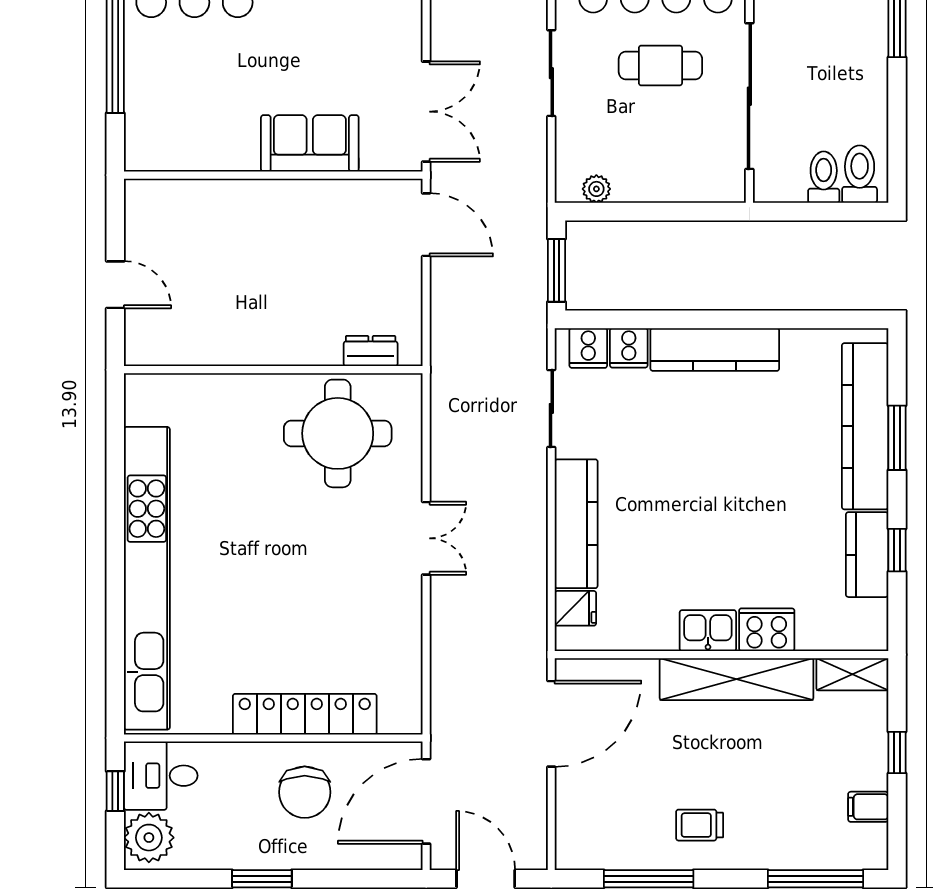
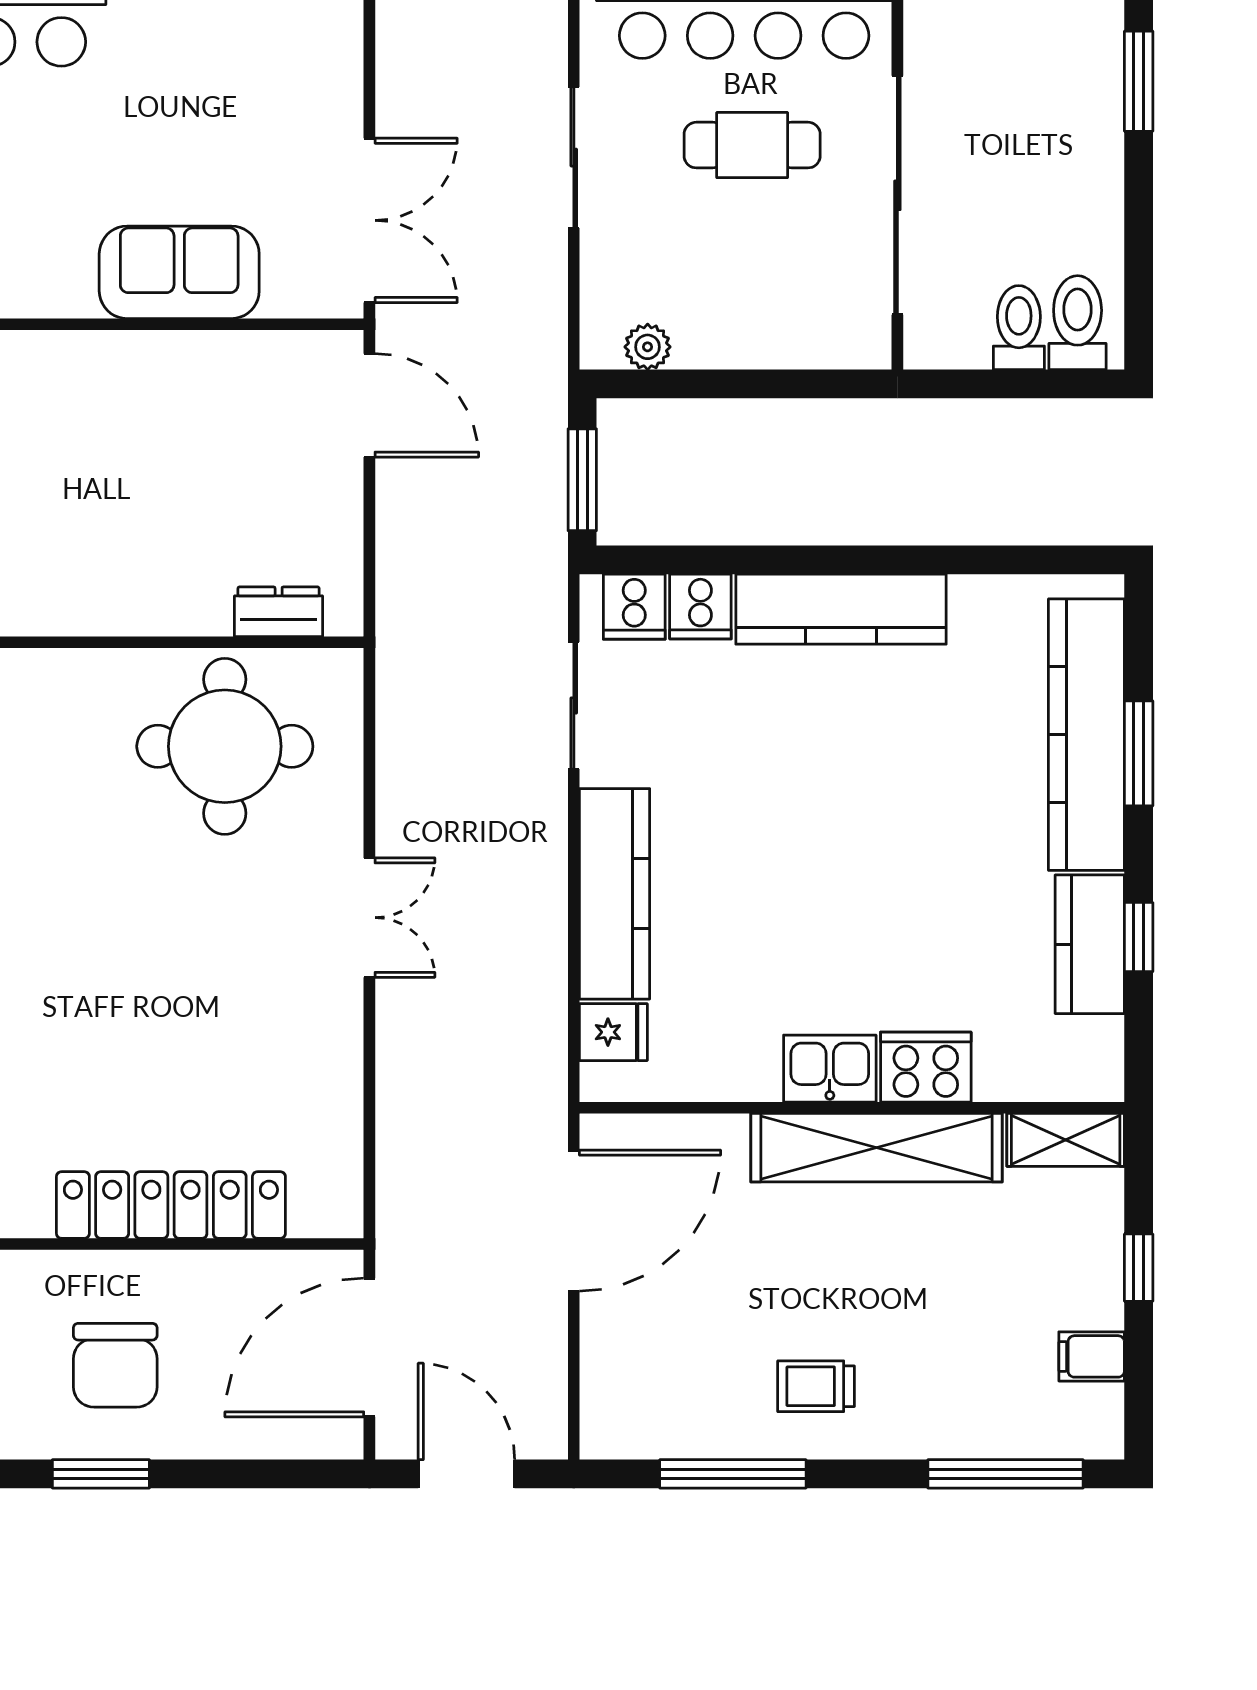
chair: (305, 792) -> (115, 1365), moved

